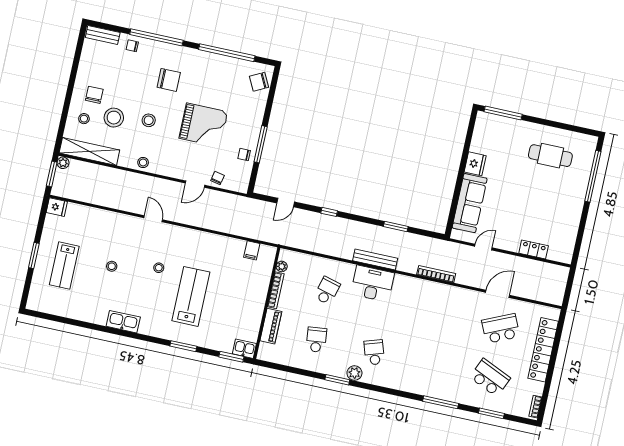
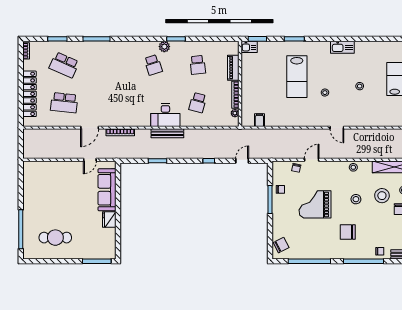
locker: (534, 249) -> (53, 166), removed
door: (497, 294) -> (90, 128), moved
school desk: (501, 329) -> (64, 103), turned 30

